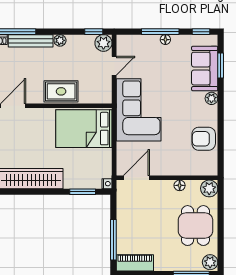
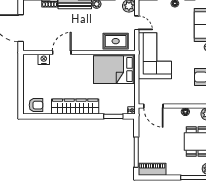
door: (114, 66) -> (137, 23), hinge flipped
rug: (61, 91) -> (116, 41), moved
door: (136, 178) -> (153, 106), swing flipped

